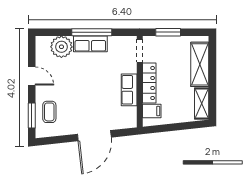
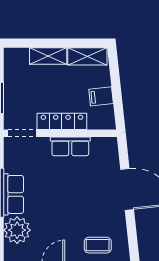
shelving: (200, 64) -> (48, 56), width x0.67, depth x0.75
filing cabinet: (152, 111) -> (101, 96), moved, turned -96

